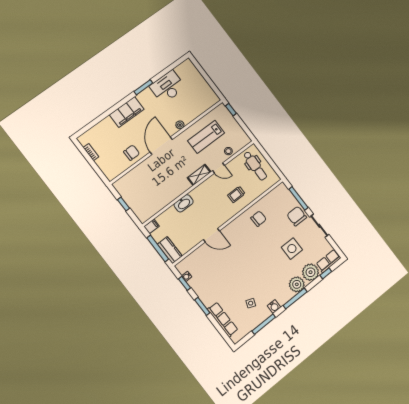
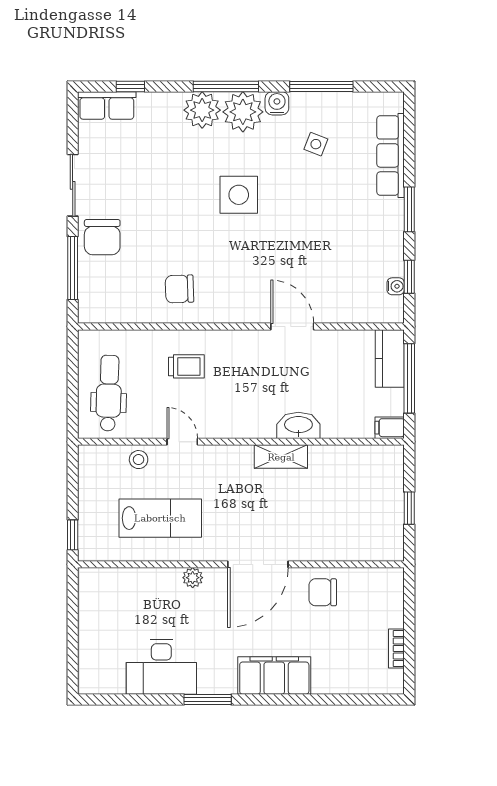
shelving: (199, 175) -> (281, 457), moved
side table: (292, 249) -> (239, 195), moved
plant: (310, 272) -> (243, 112), moved

